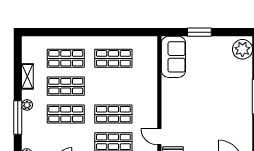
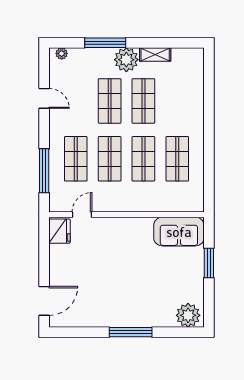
shop shelf: (66, 58) -> (143, 159), moved
plant: (27, 105) -> (126, 60), width x1.87, depth x1.87

